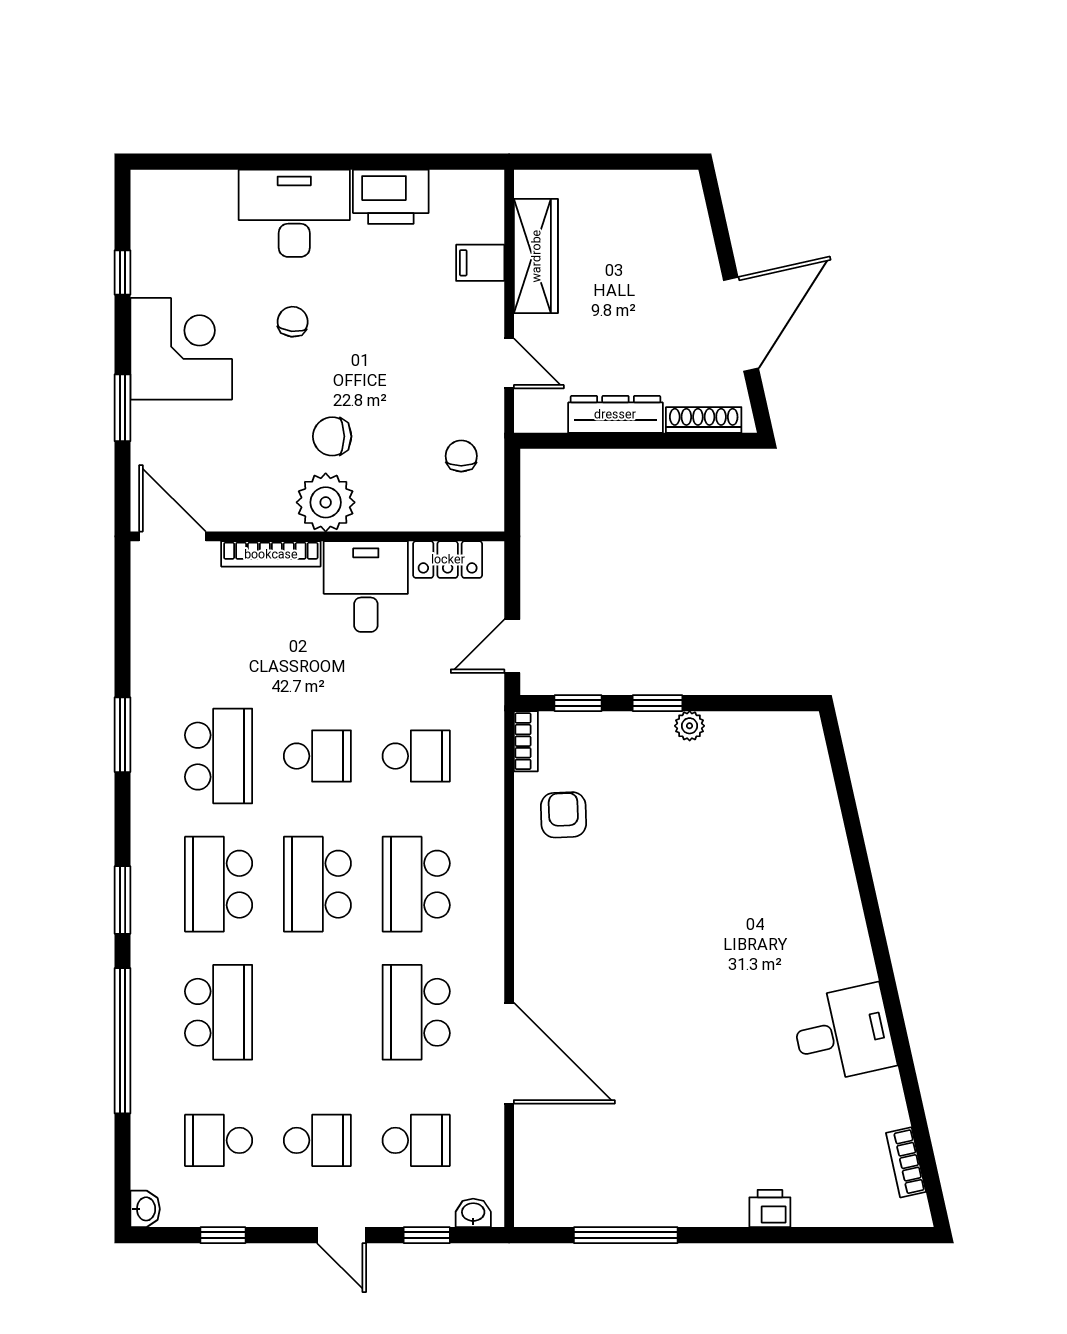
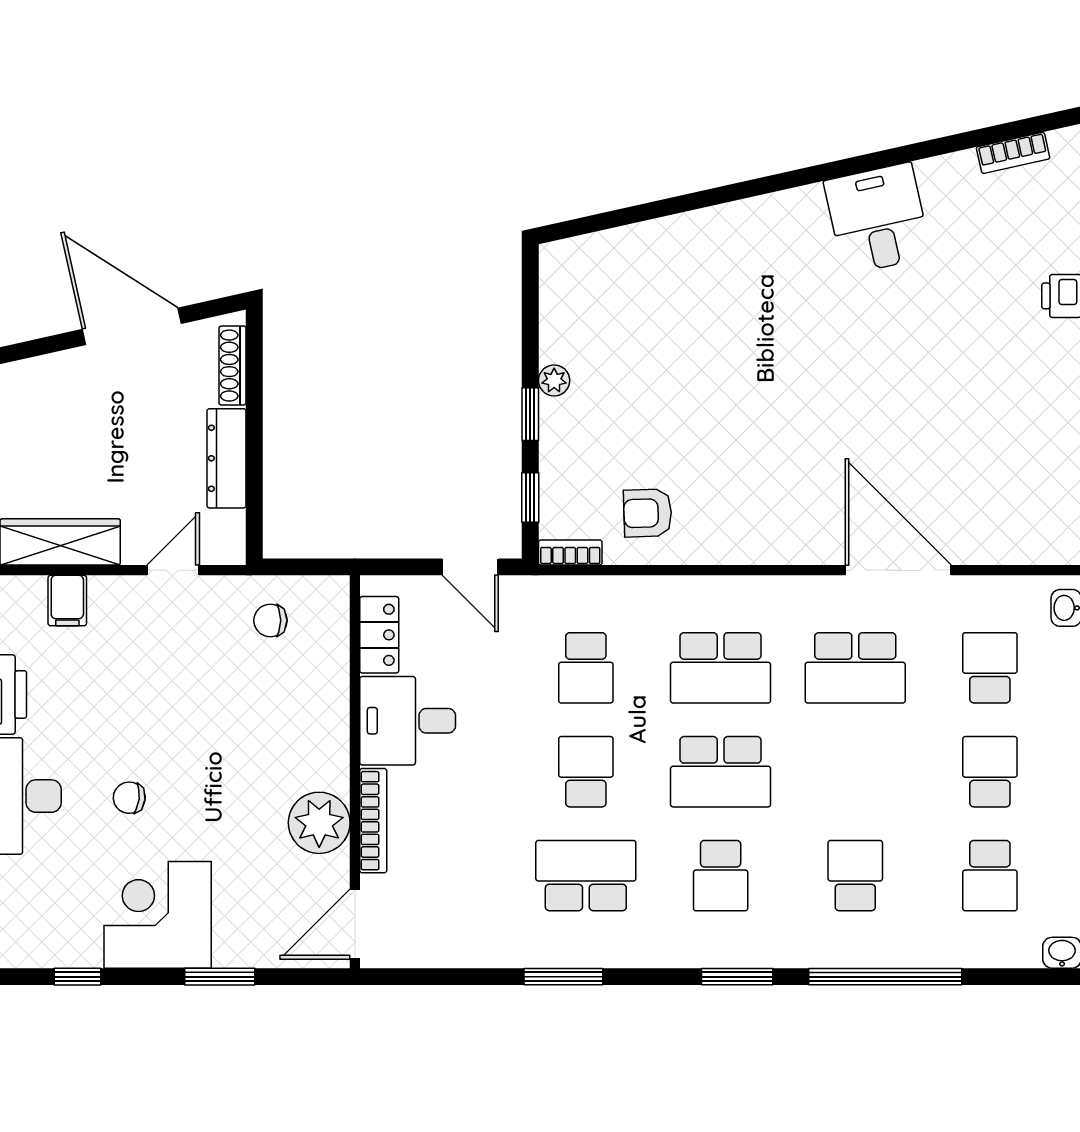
chair: (332, 436) -> (250, 756), removed
plant: (326, 502) -> (319, 823), moved
school desk: (416, 756) -> (586, 668), turned 180
school desk: (219, 884) -> (721, 876), width x0.54
school desk: (219, 1012) -> (855, 876), width x0.54
door: (509, 1053) -> (898, 570), hinge flipped

